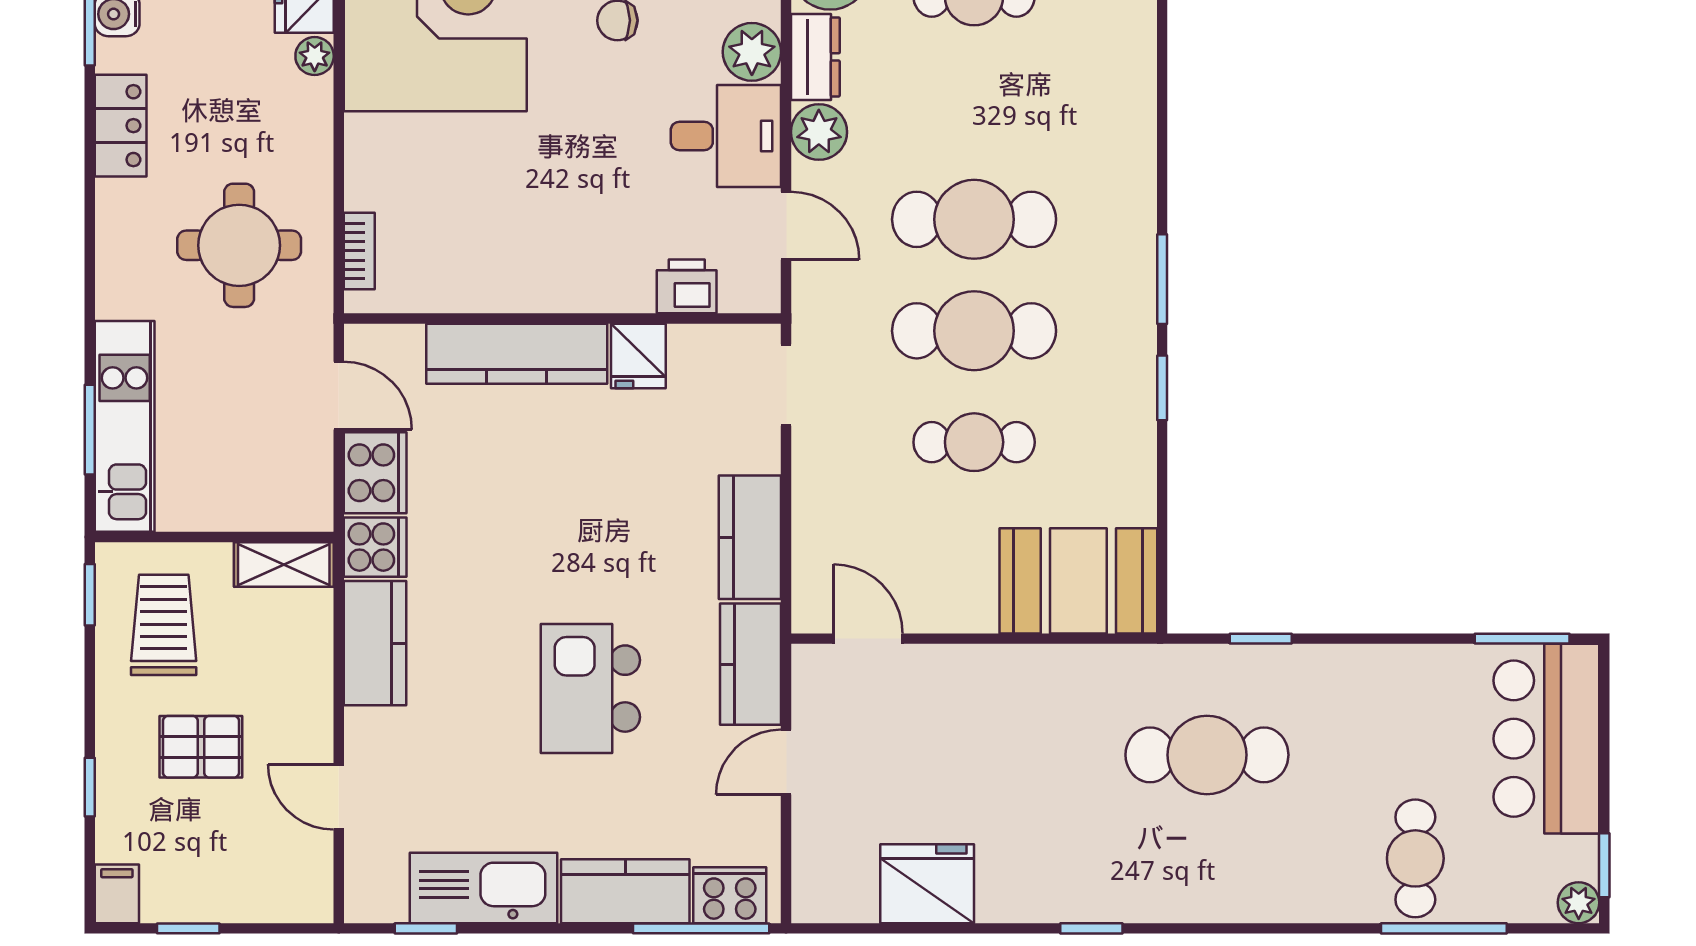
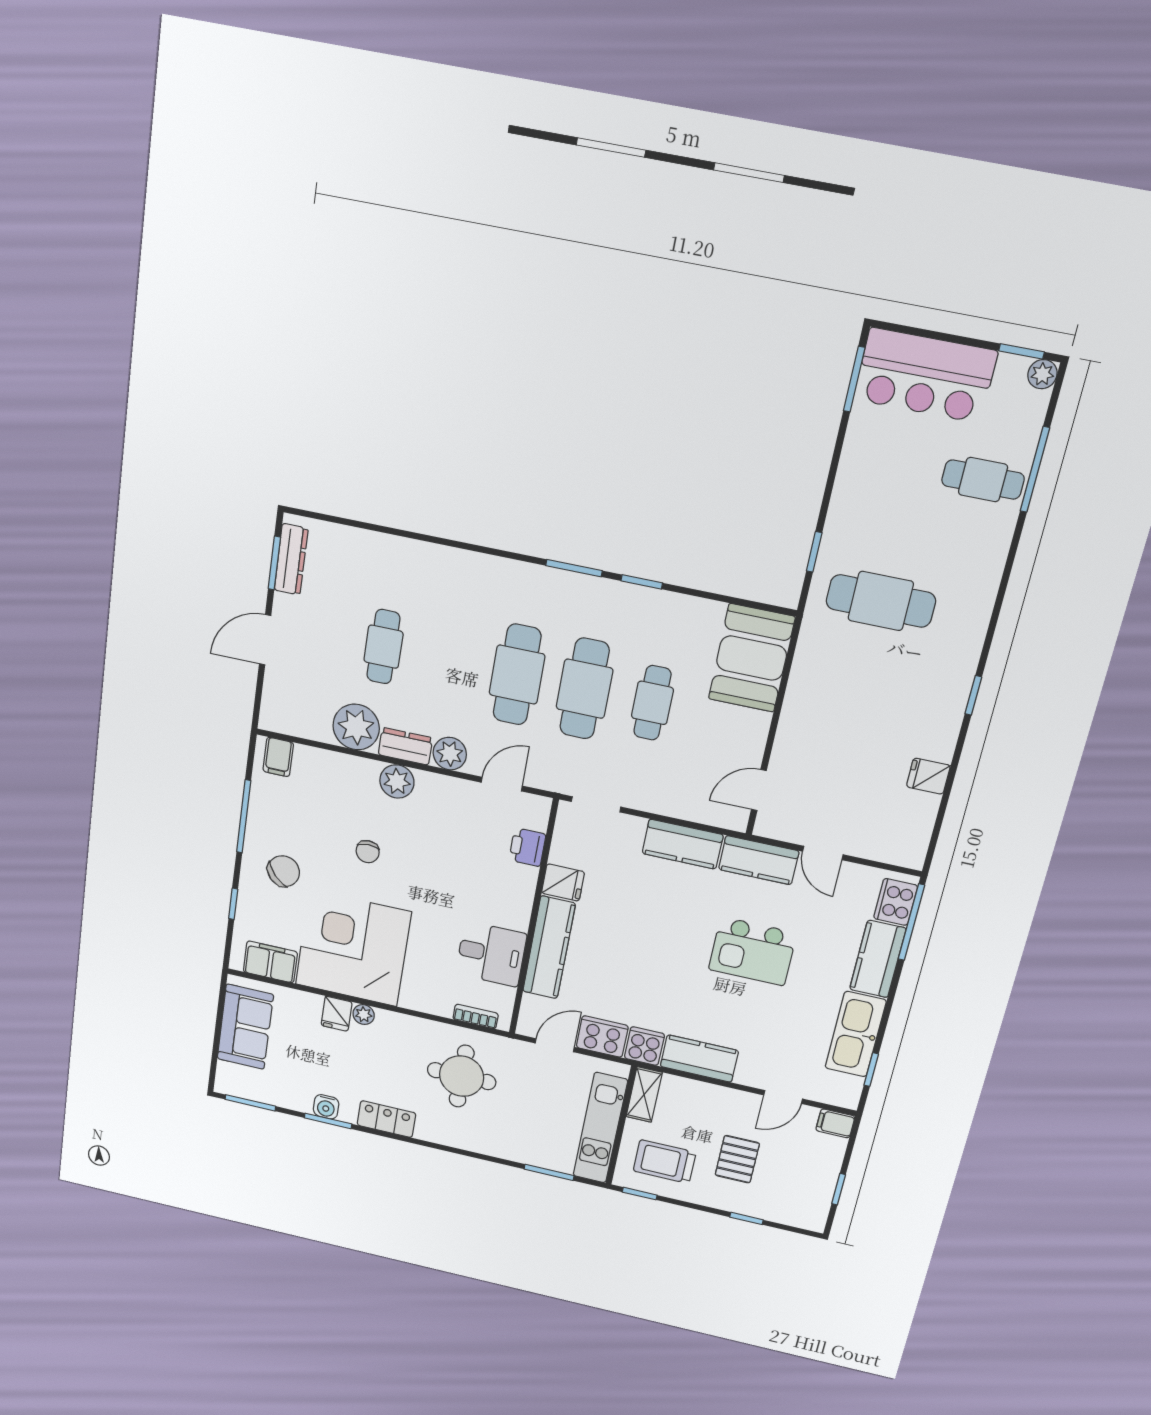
desk: (726, 136) -> (491, 954), moved, turned 90
kitchen unit: (125, 426) -> (600, 1128), moved, turned -90
cafe table: (1207, 755) -> (881, 601), turned 90
fridge: (927, 884) -> (928, 776), width x0.53, depth x0.75
filing cabinet: (117, 894) -> (835, 1123), moved

